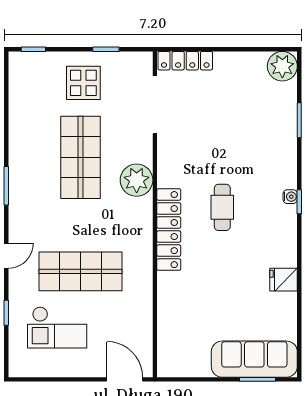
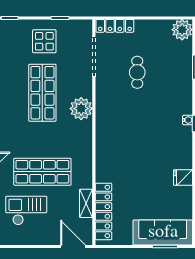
cafe table: (222, 207) -> (137, 72), moved
locker: (169, 230) -> (104, 211), moved
shelving: (144, 317) -> (86, 203), added
checkout: (57, 327) -> (26, 211), turned 180

